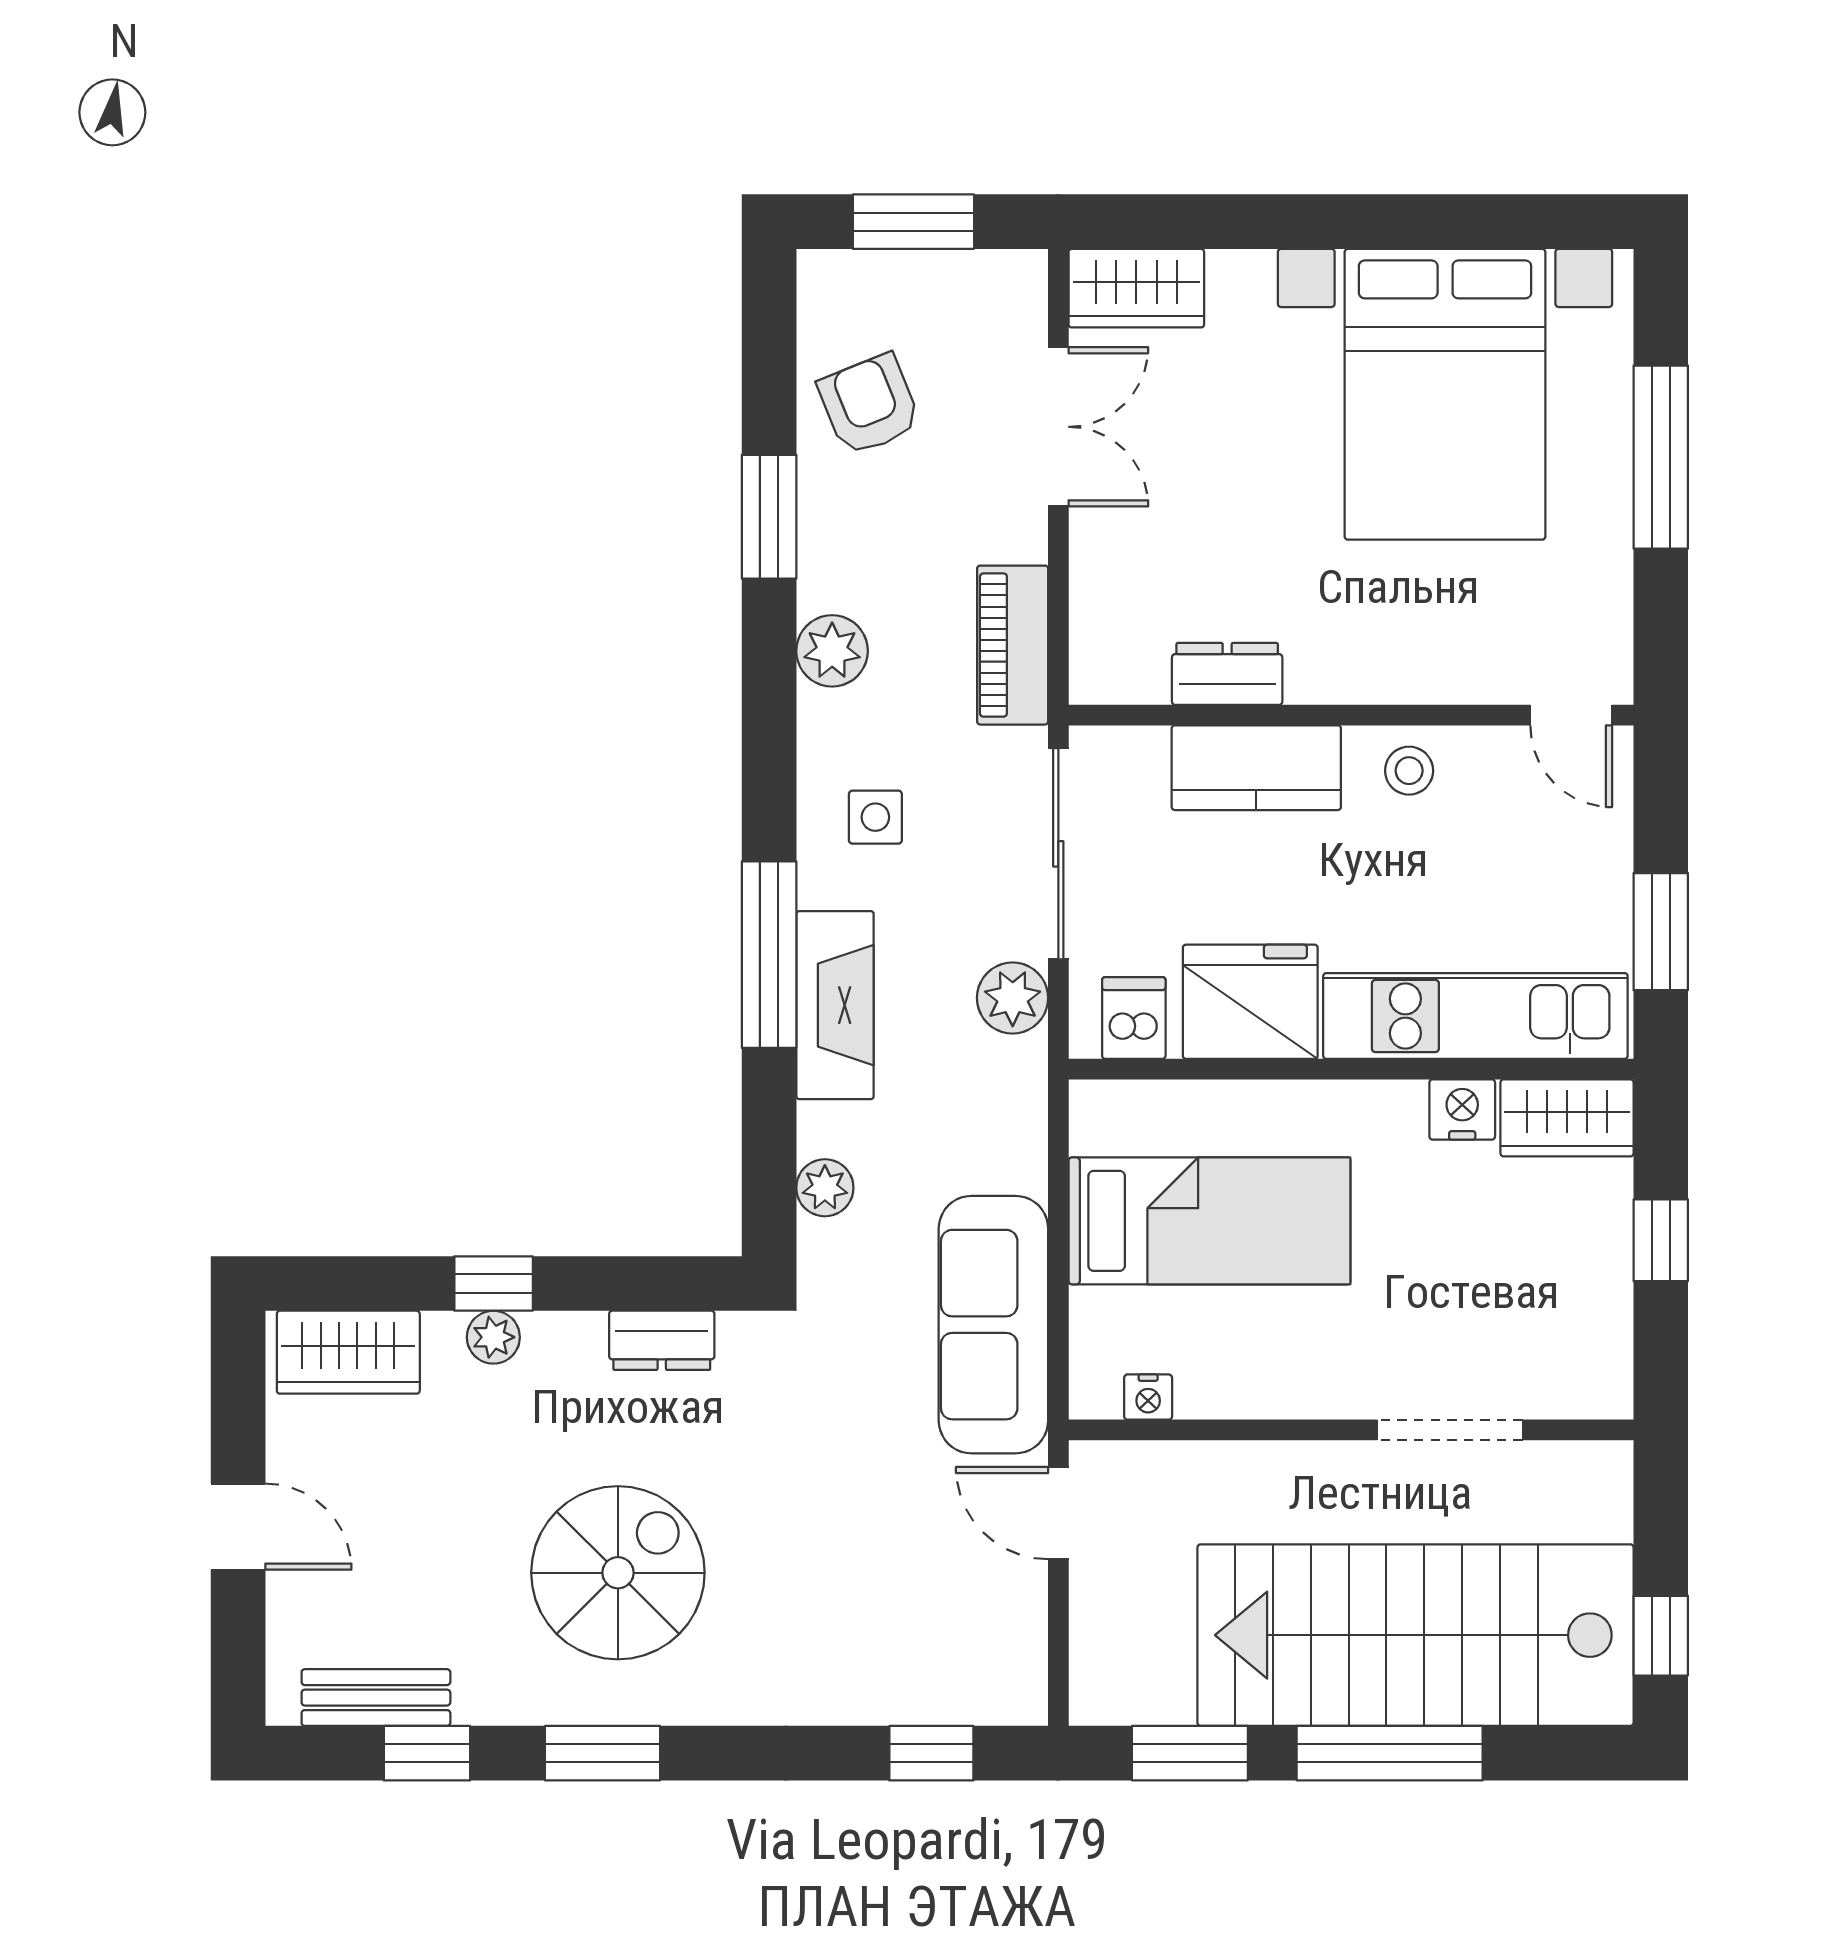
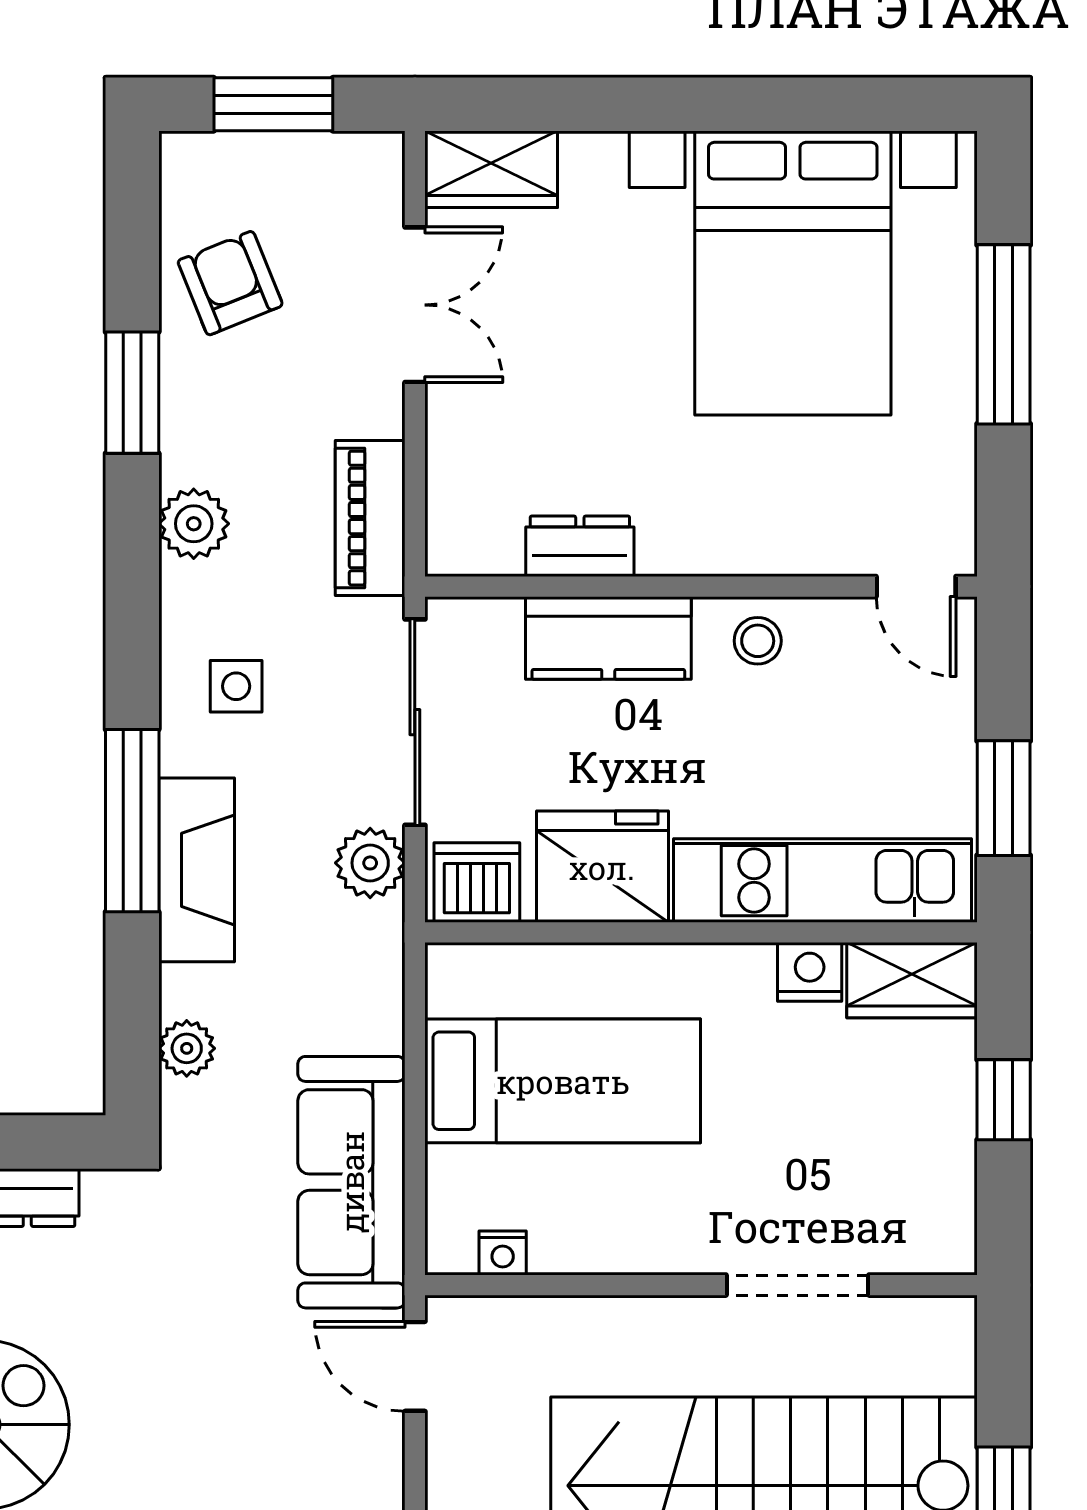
dishwasher: (1134, 1018) -> (477, 883), width x1.38

